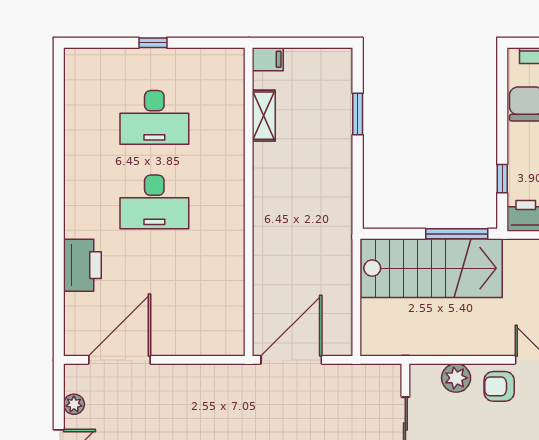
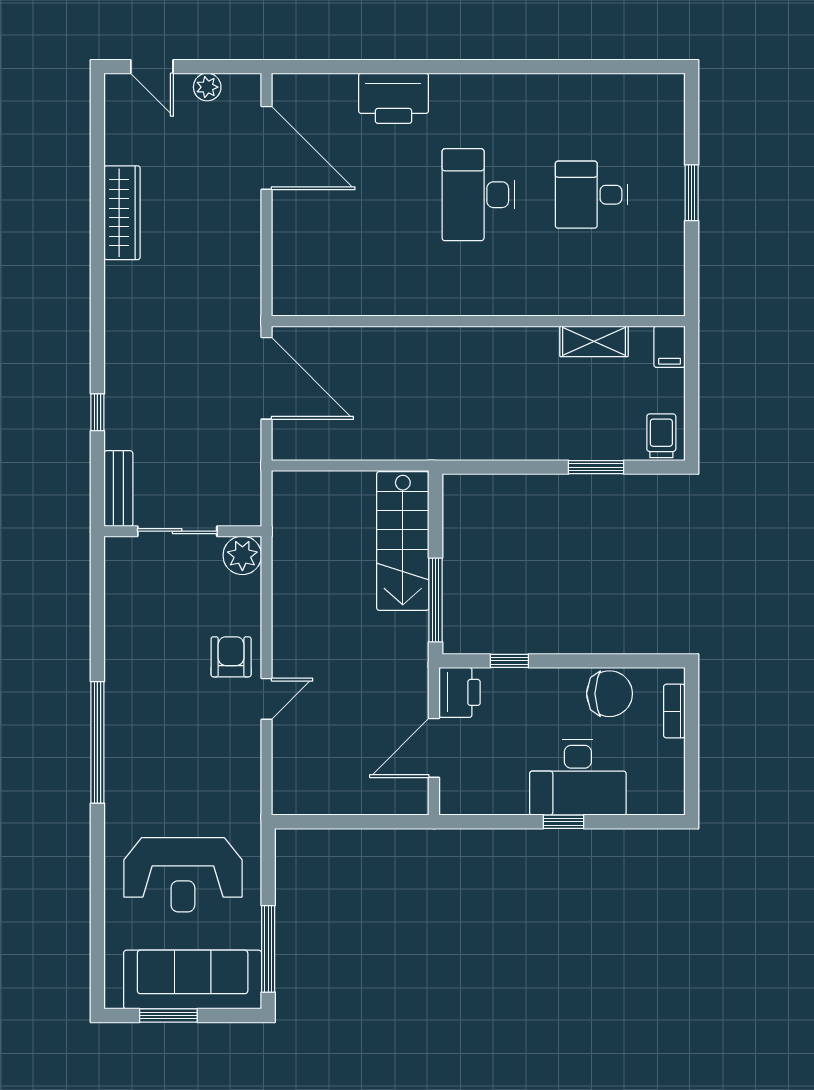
window: (153, 43) -> (692, 193), width x1.50
trolley: (334, 65) -> (661, 436), added
desk: (154, 117) -> (591, 195), width x0.73
stairs: (432, 268) -> (403, 541), width x0.73, depth x0.66
plant: (456, 378) -> (242, 555), moved

